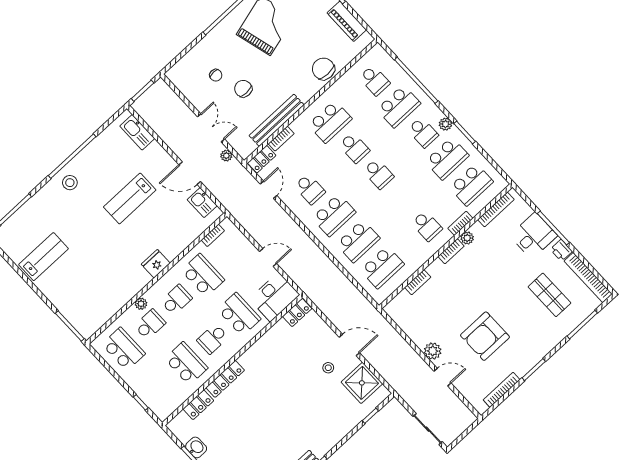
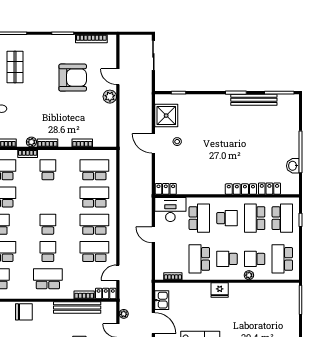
chair: (323, 69) -> (24, 312), turned -90
school desk: (310, 189) -> (94, 252), width x1.85
school desk: (239, 314) -> (199, 218), turned 180
school desk: (160, 388) -> (282, 218), added

